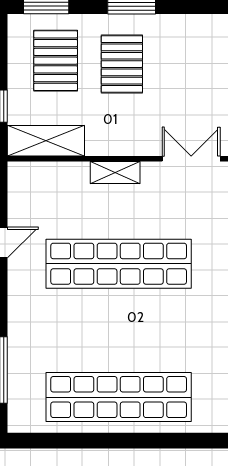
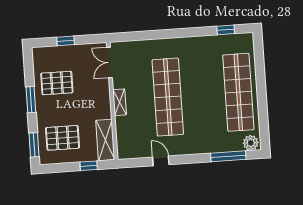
pallet: (122, 64) -> (57, 83), moved
plant: (22, 414) -> (251, 143), added

